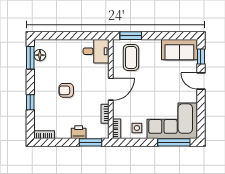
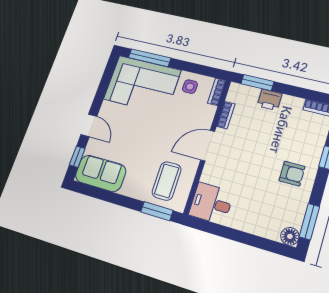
floor lamp: (40, 55) -> (290, 236), moved
armchair: (66, 90) -> (292, 174), moved

